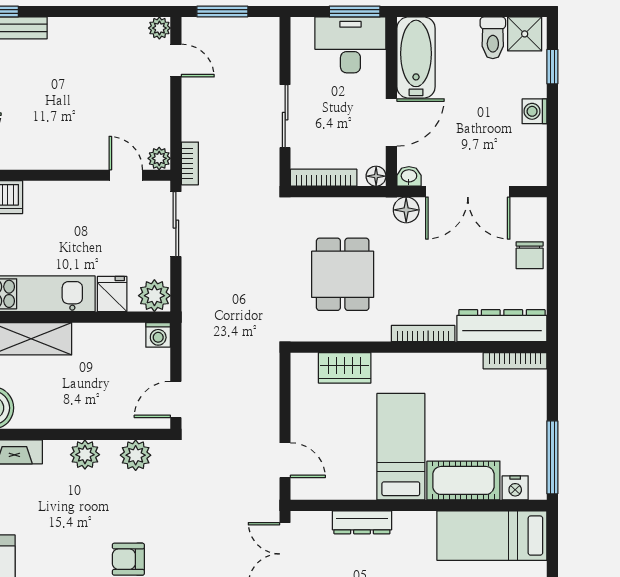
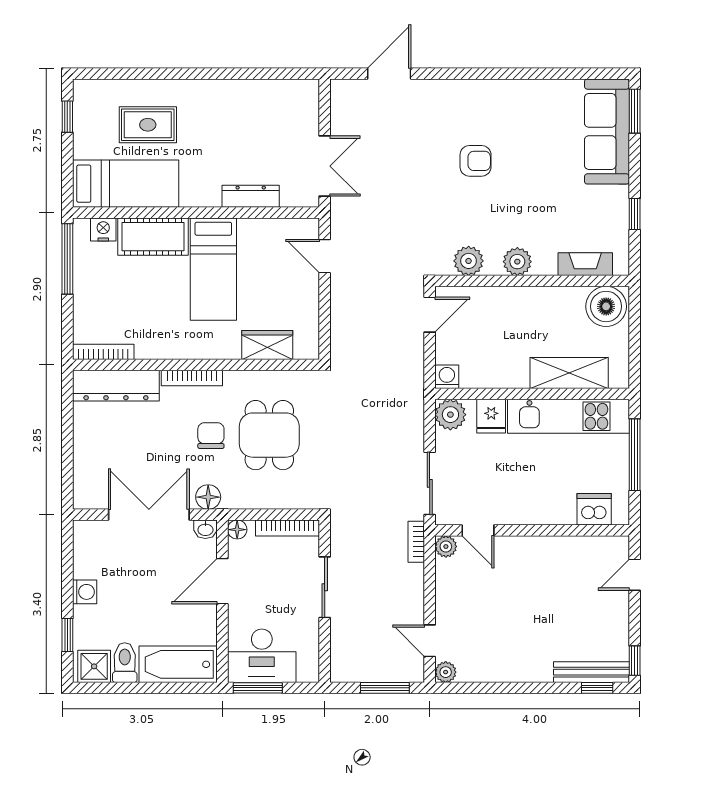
bathtub: (416, 58) -> (178, 664), moved, turned 90
chair: (530, 255) -> (211, 436), moved

